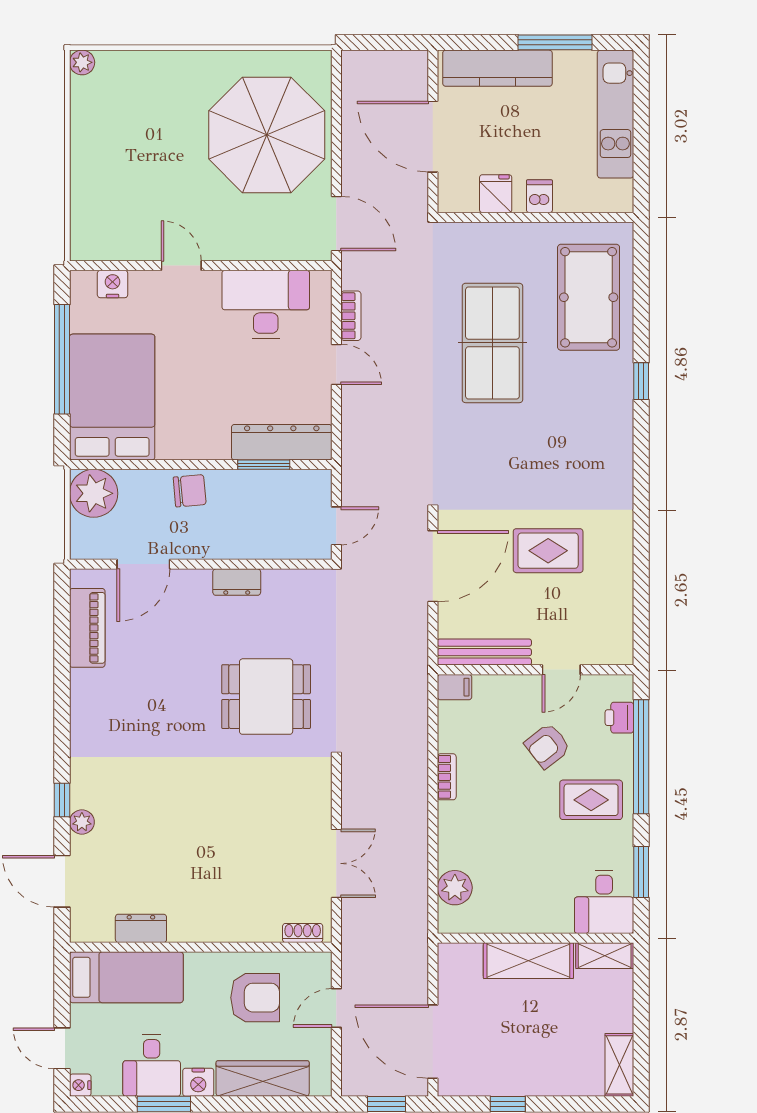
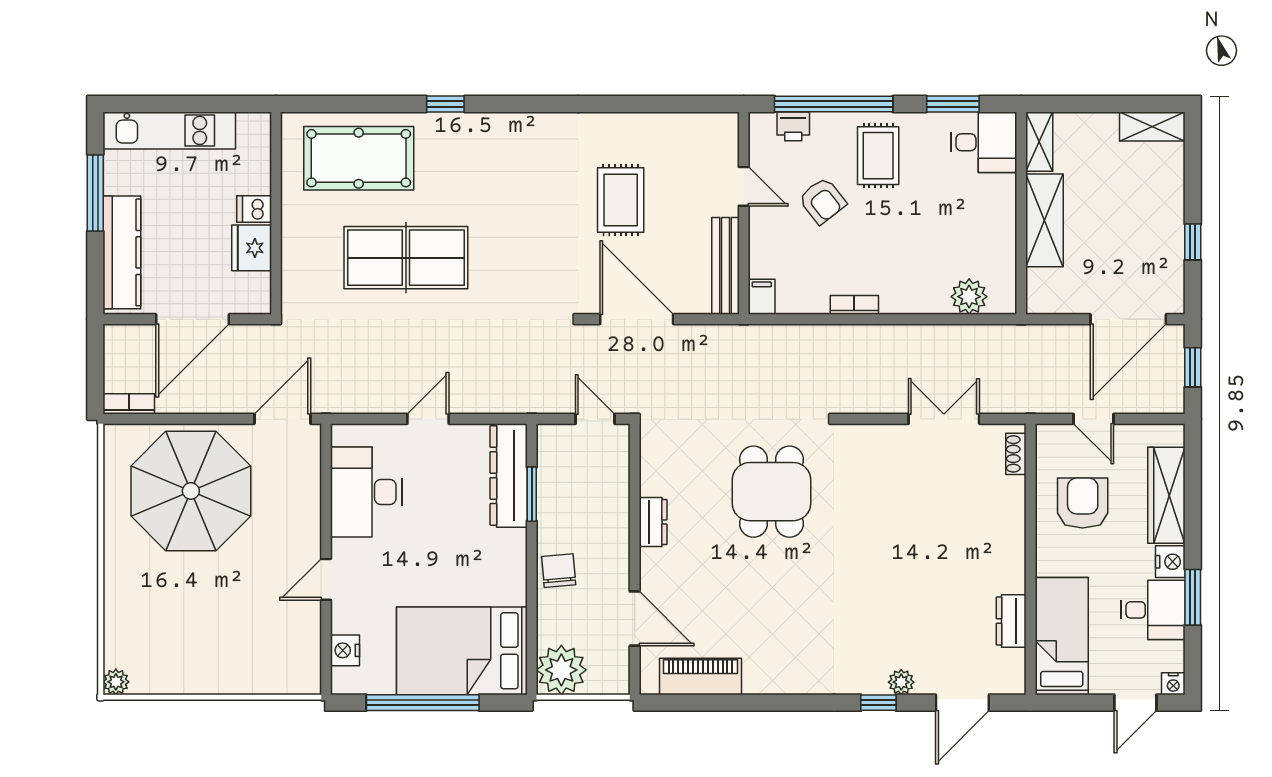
fridge: (496, 194) -> (252, 248), width x1.38
bookcase: (351, 316) -> (129, 404), moved

